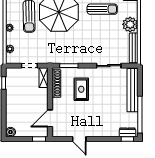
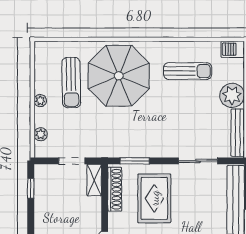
rug: (81, 89) -> (154, 198), width x1.36, depth x1.43

